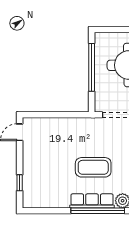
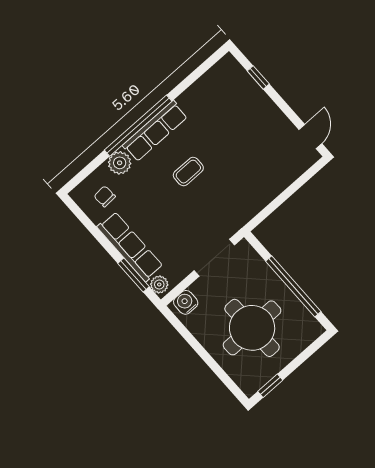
coffee table: (93, 167) -> (188, 172), width x0.54, depth x0.58

